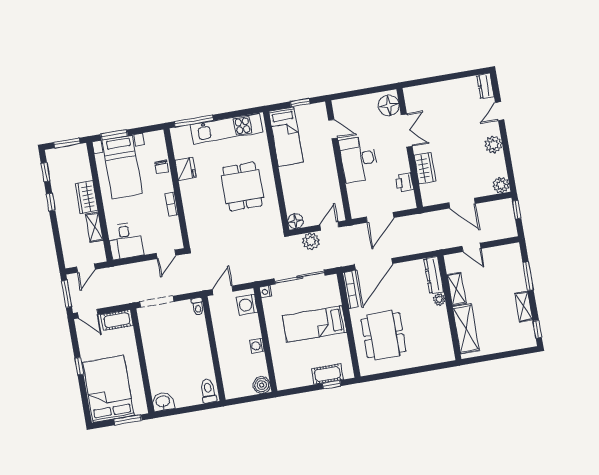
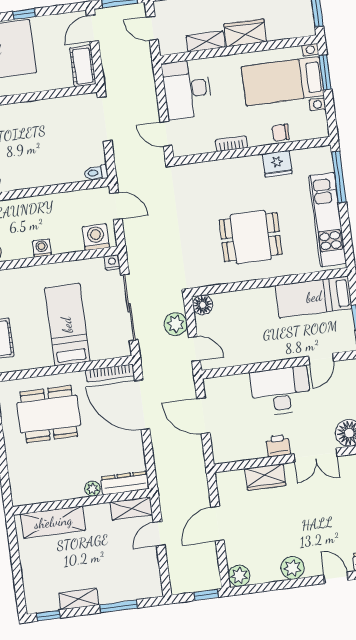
printer: (405, 182) -> (278, 446), moved
desk: (125, 241) -> (187, 89), width x1.37
shelving: (456, 289) -> (131, 509), moved

